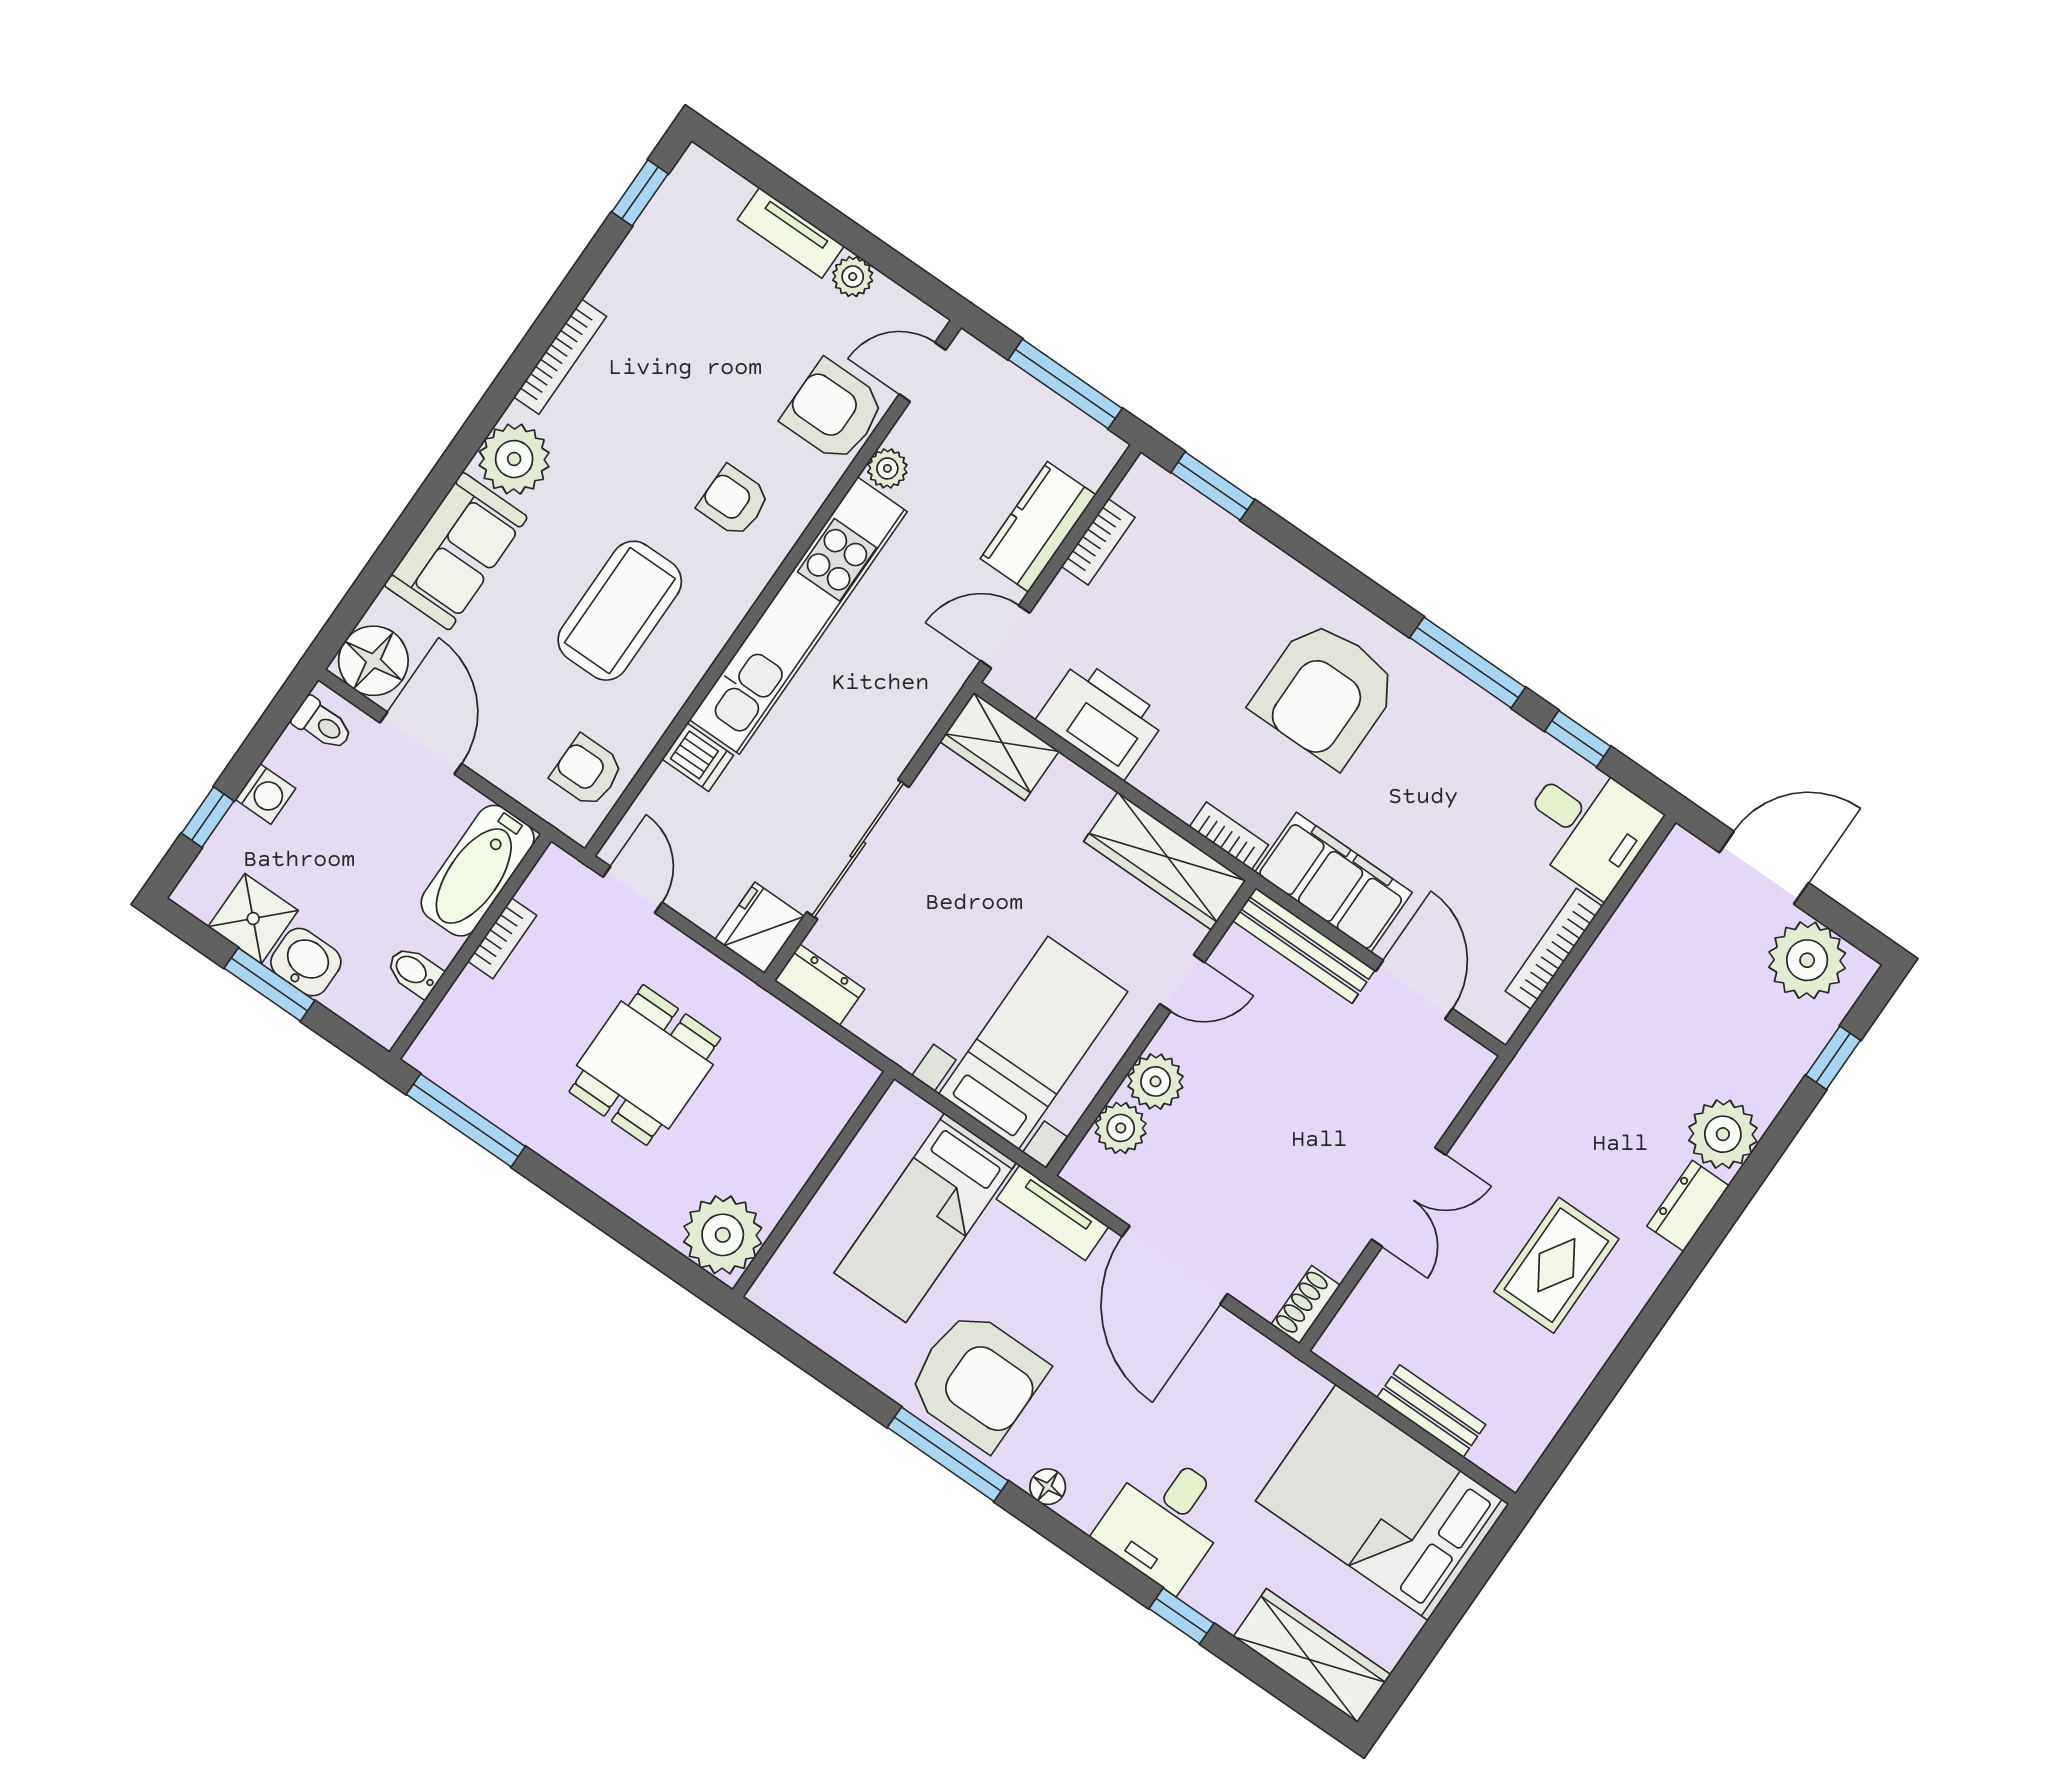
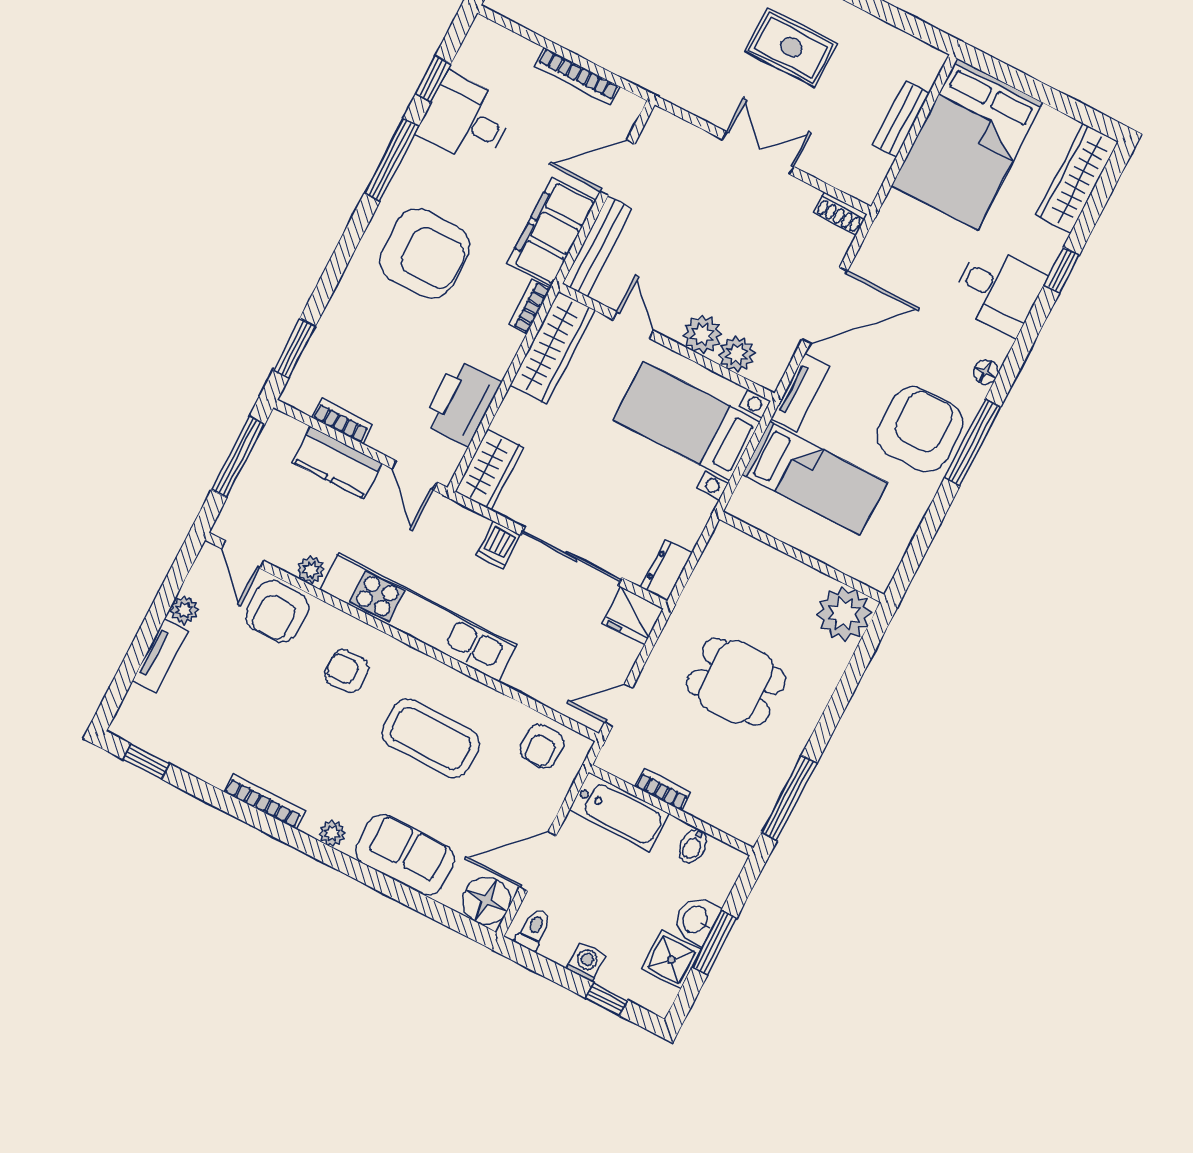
plant: (514, 459) -> (332, 833), width x0.53, depth x0.53
armchair: (734, 501) -> (347, 671), turned 90
dishwasher: (698, 757) -> (498, 545), moved, turned 180
desk: (1588, 826) -> (466, 120), moved, turned -90

